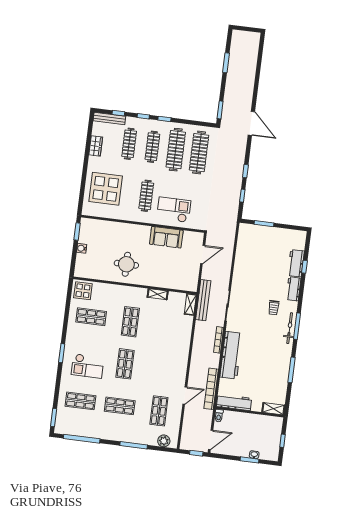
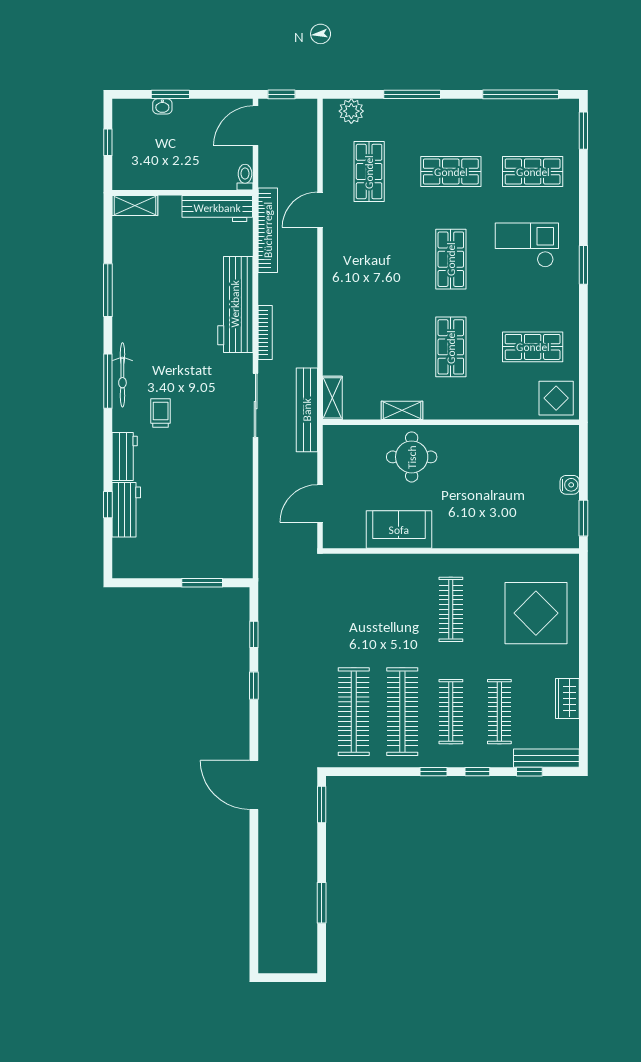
checkout: (174, 210) -> (391, 588), removed
round table: (126, 264) -> (412, 457), moved

